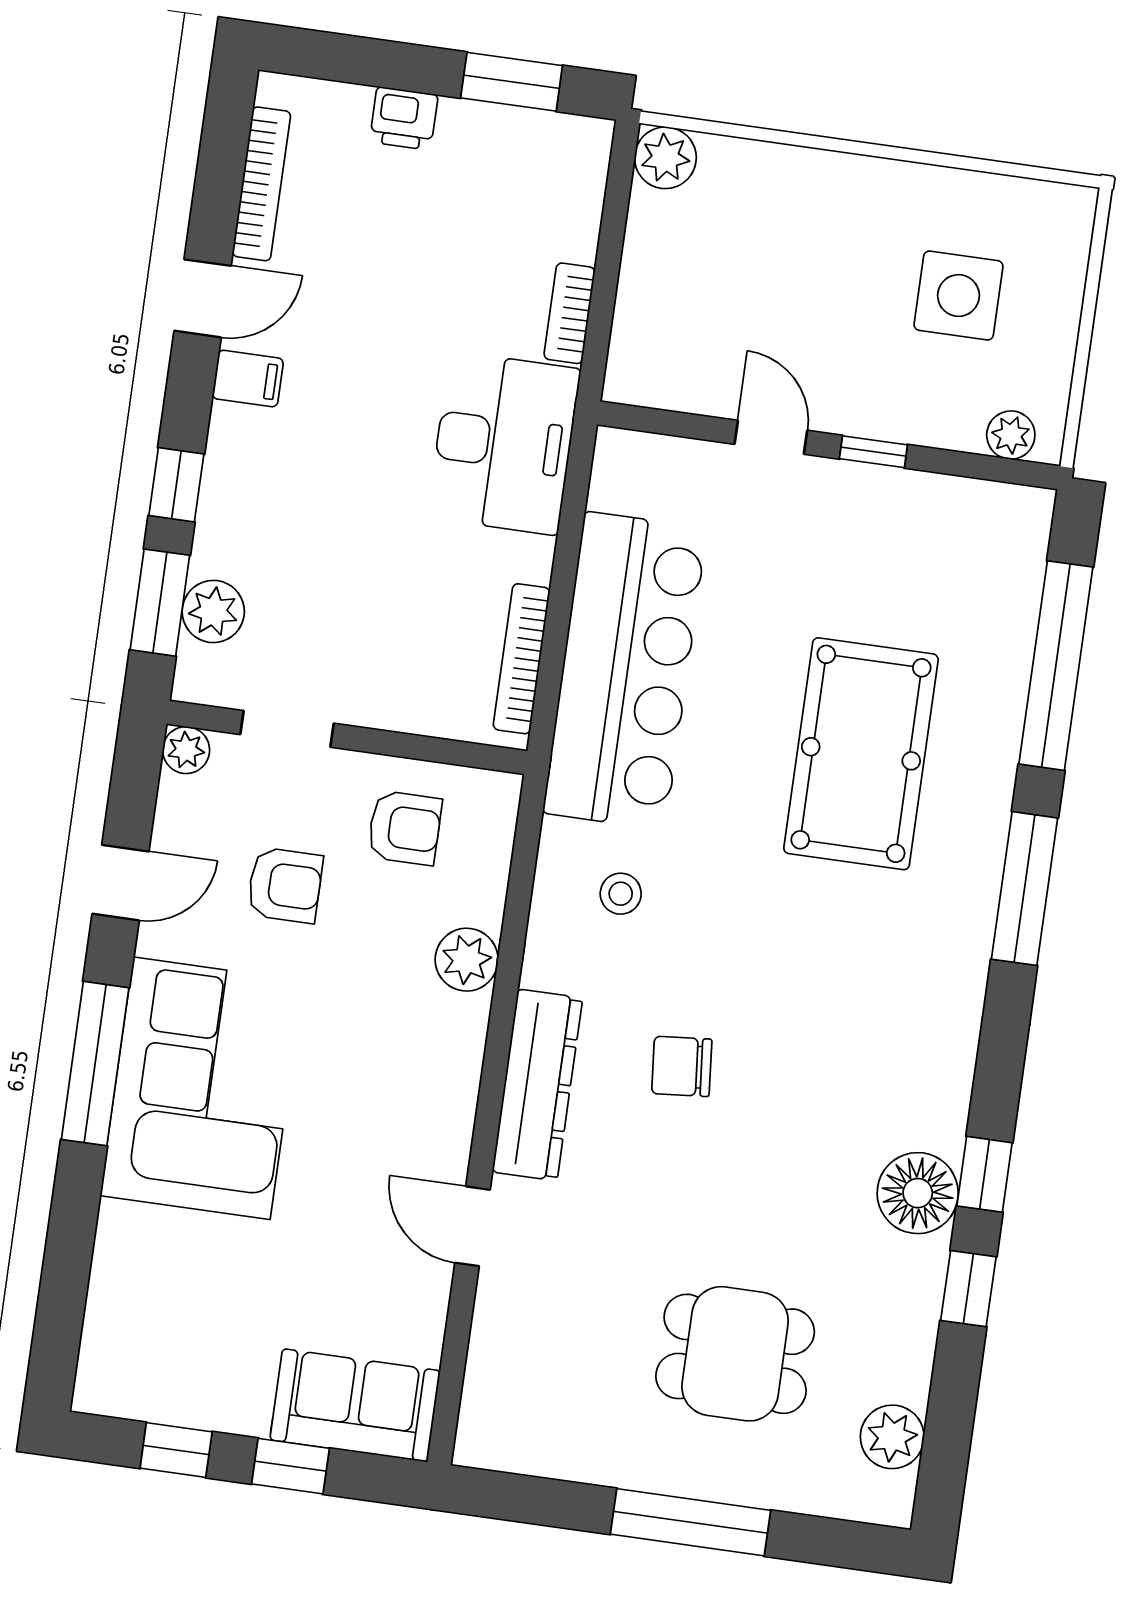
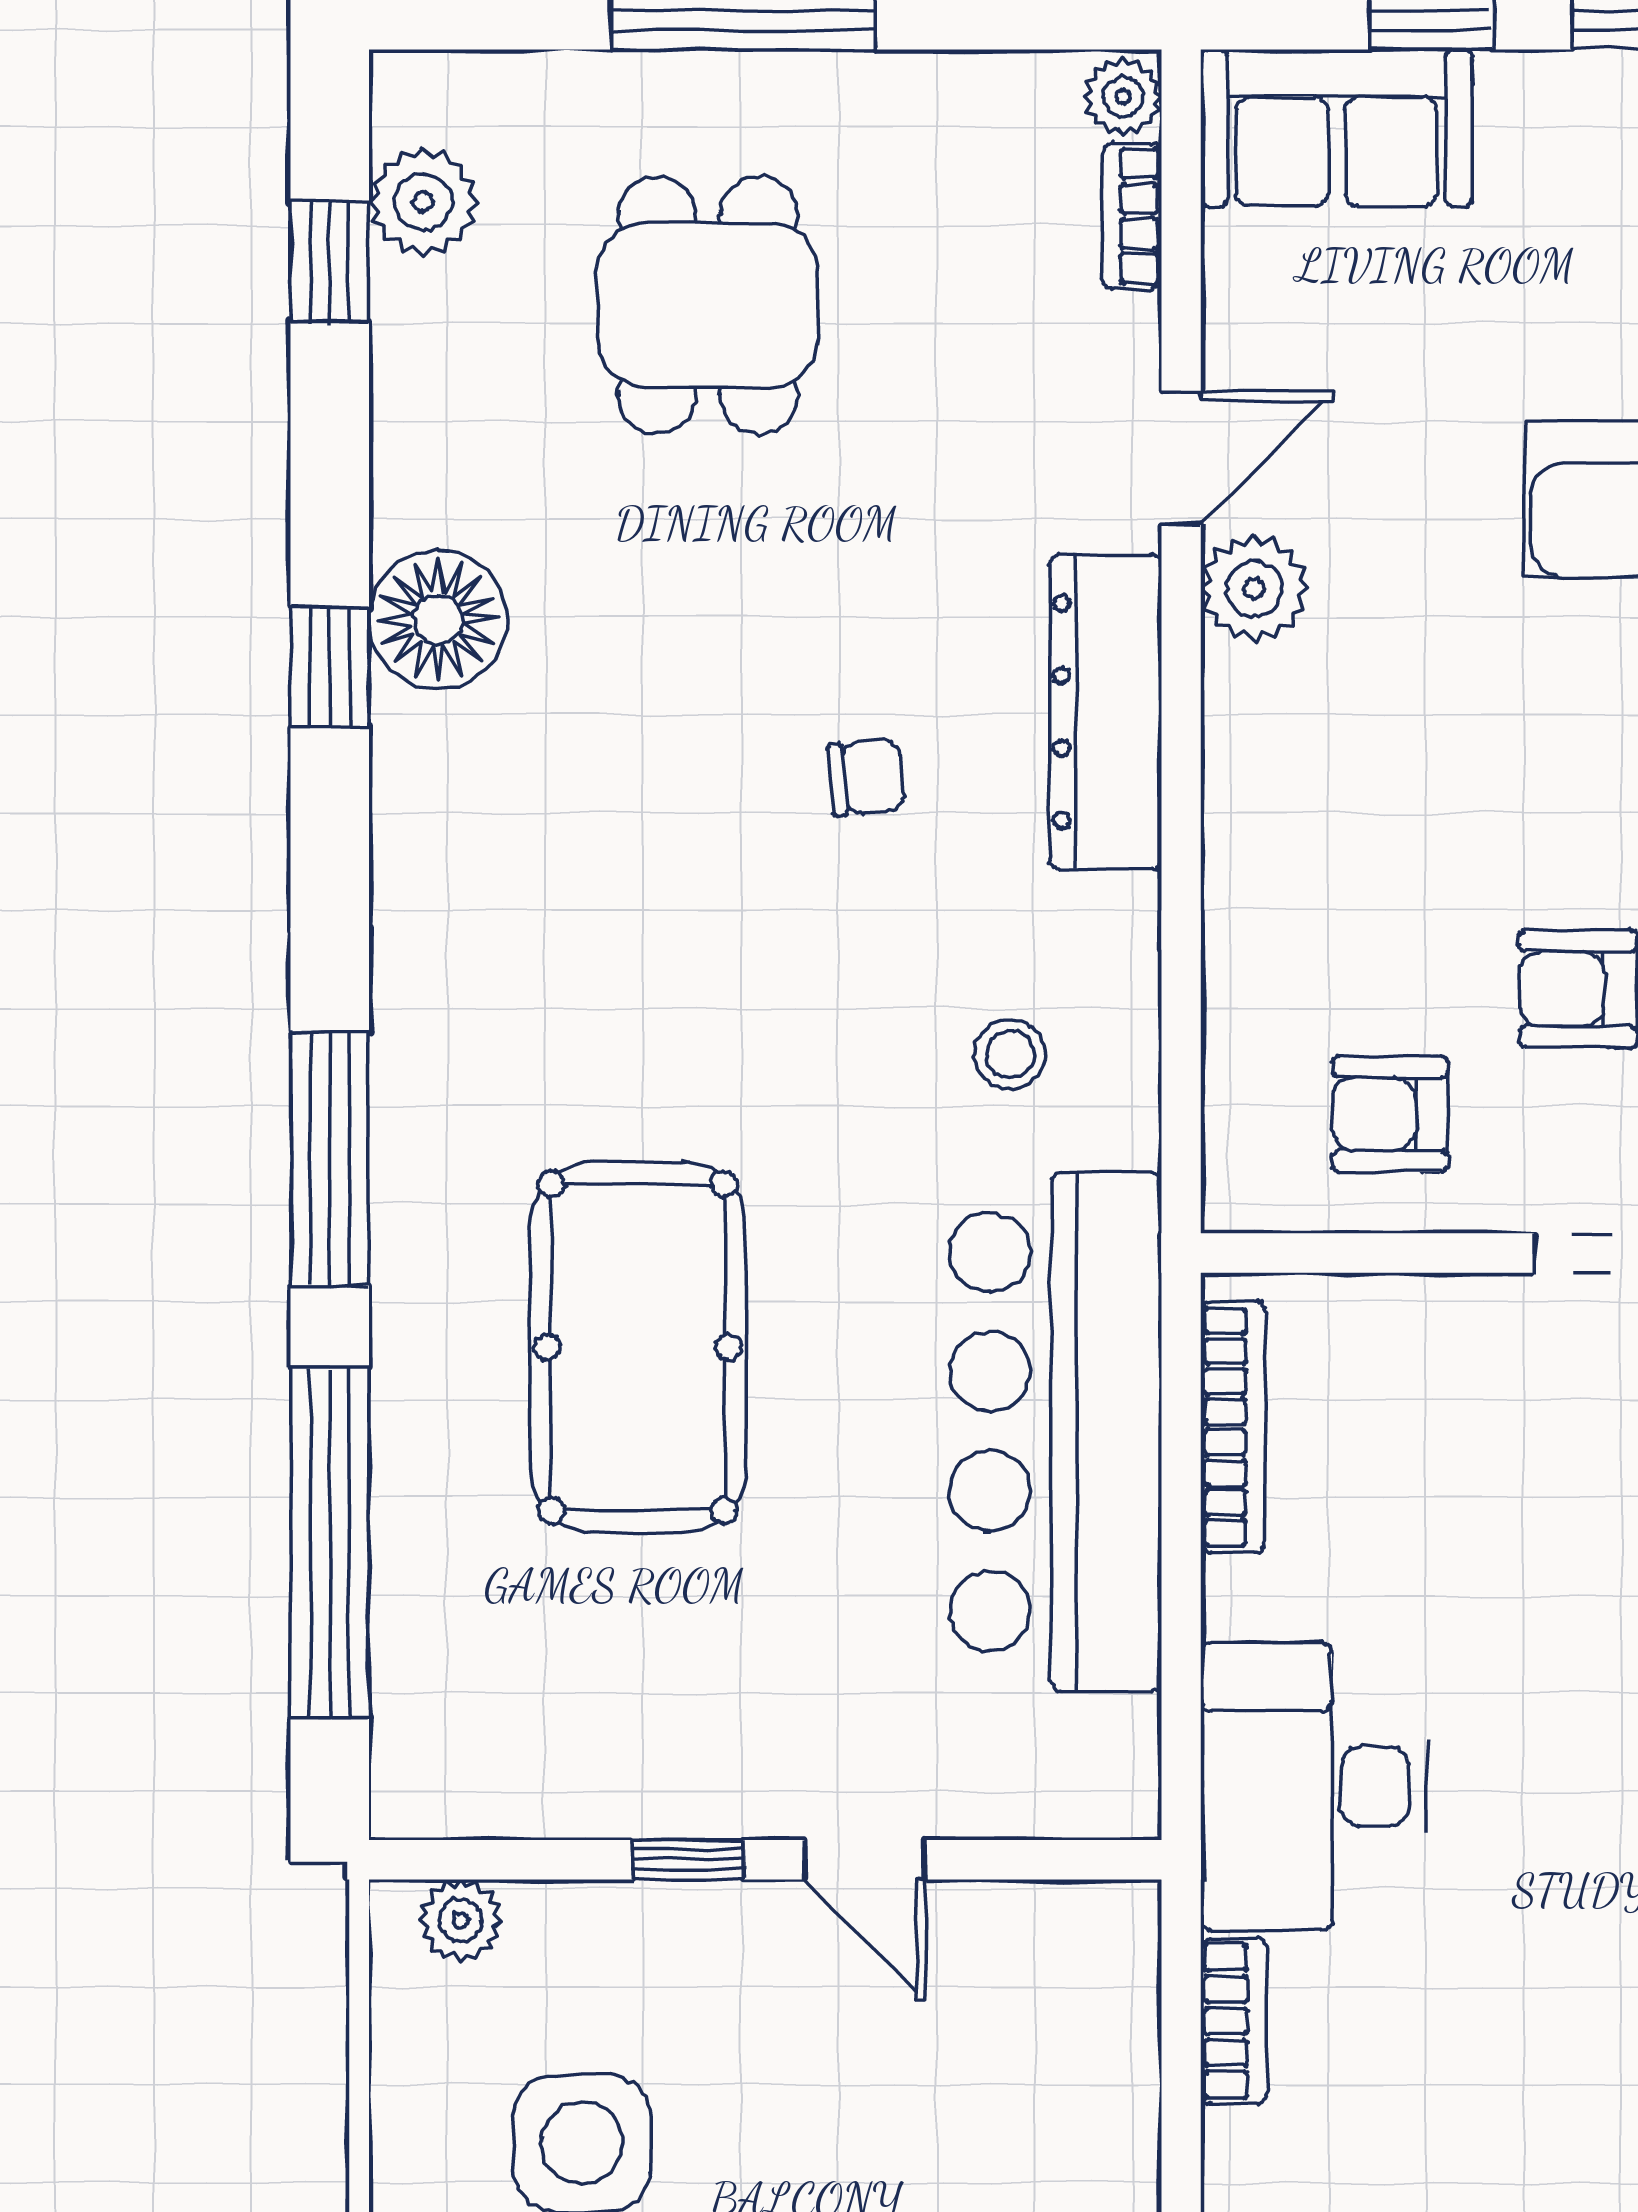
plant: (467, 960) -> (1254, 589), moved
chair: (682, 1066) -> (866, 777), width x0.73, depth x0.73
door: (472, 1226) -> (1181, 458), hinge flipped
window: (968, 1289) -> (330, 261), moved
dining table: (735, 1354) -> (708, 305), turned 90
bookcase: (481, 1371) -> (1132, 216), added
plant: (477, 1441) -> (1123, 97), added

